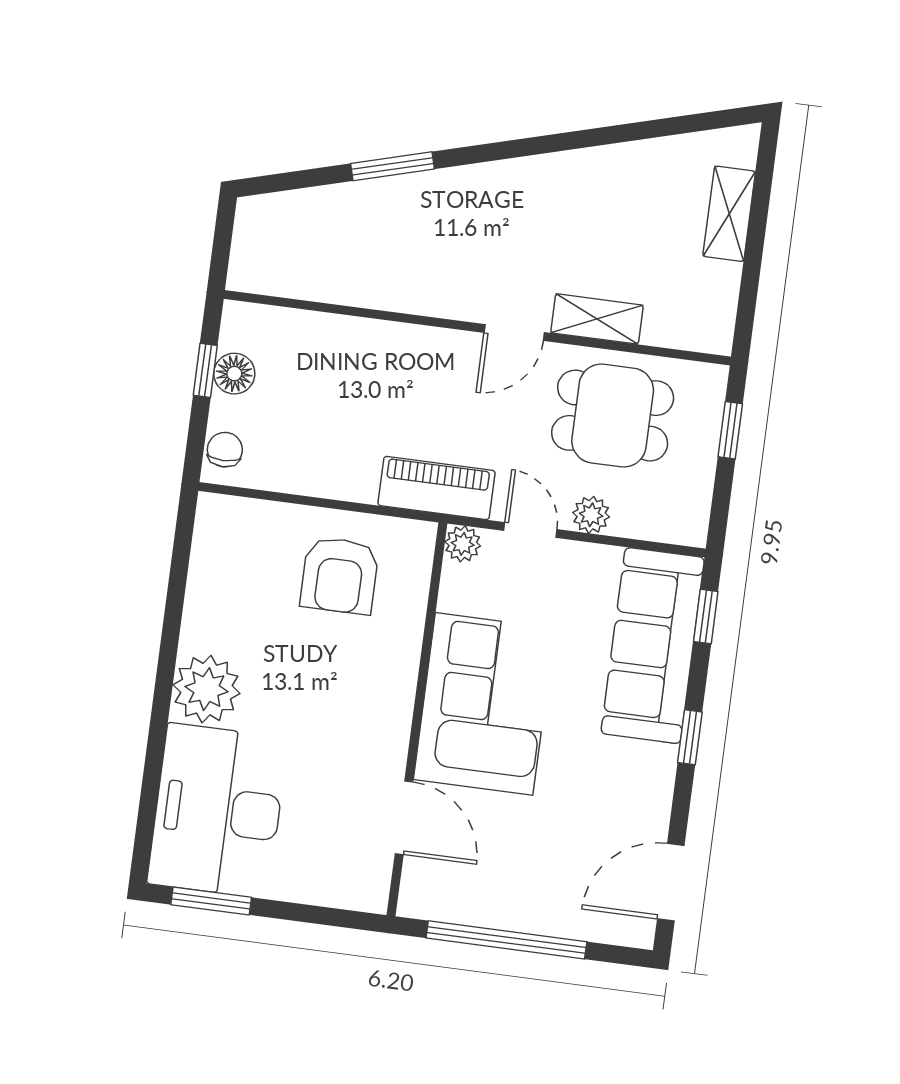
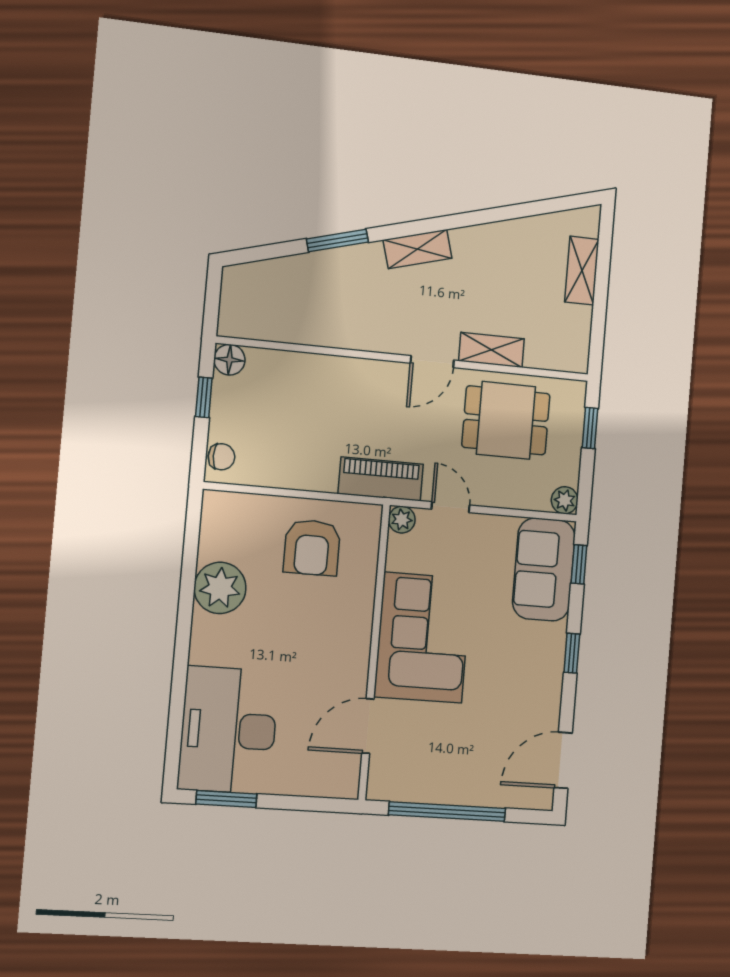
shelving: (501, 180) -> (418, 249), added
floor lamp: (234, 374) -> (229, 360), moved
chair: (225, 450) -> (221, 457), turned 90
plant: (591, 515) -> (565, 500), moved
sofa: (653, 646) -> (544, 569), width x0.73
plant: (206, 689) -> (220, 588), moved
door: (404, 818) -> (368, 726), swing flipped

